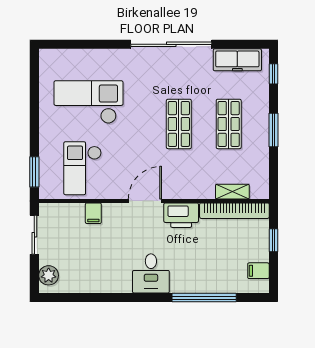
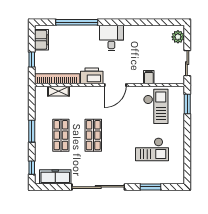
window: (91, 44) -> (150, 187), added
checkout: (88, 102) -> (152, 149), width x0.73, depth x0.83
filing cabinet: (258, 271) -> (42, 40), width x2.00

